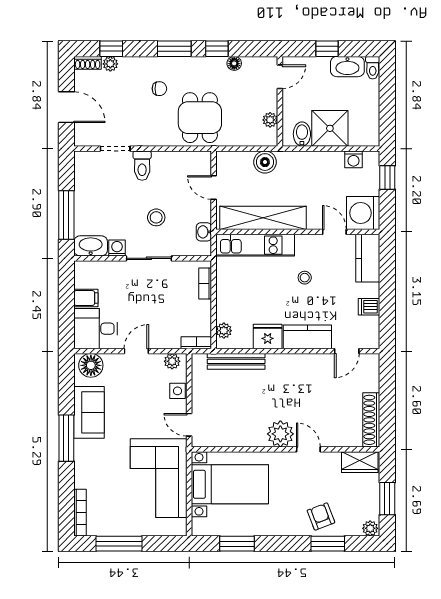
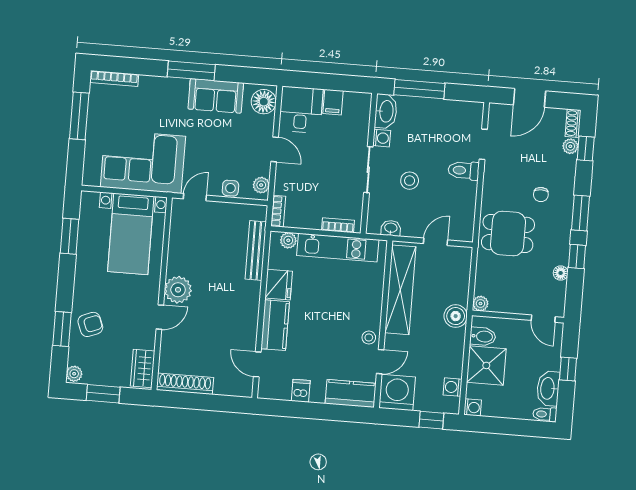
plant: (270, 120) -> (480, 303), moved
washing machine: (372, 138) -> (473, 407), added
boiler: (265, 162) -> (456, 316), moved
kitchen unit: (255, 245) -> (338, 248), moved, turned -90
stool: (305, 278) -> (369, 338), moved

